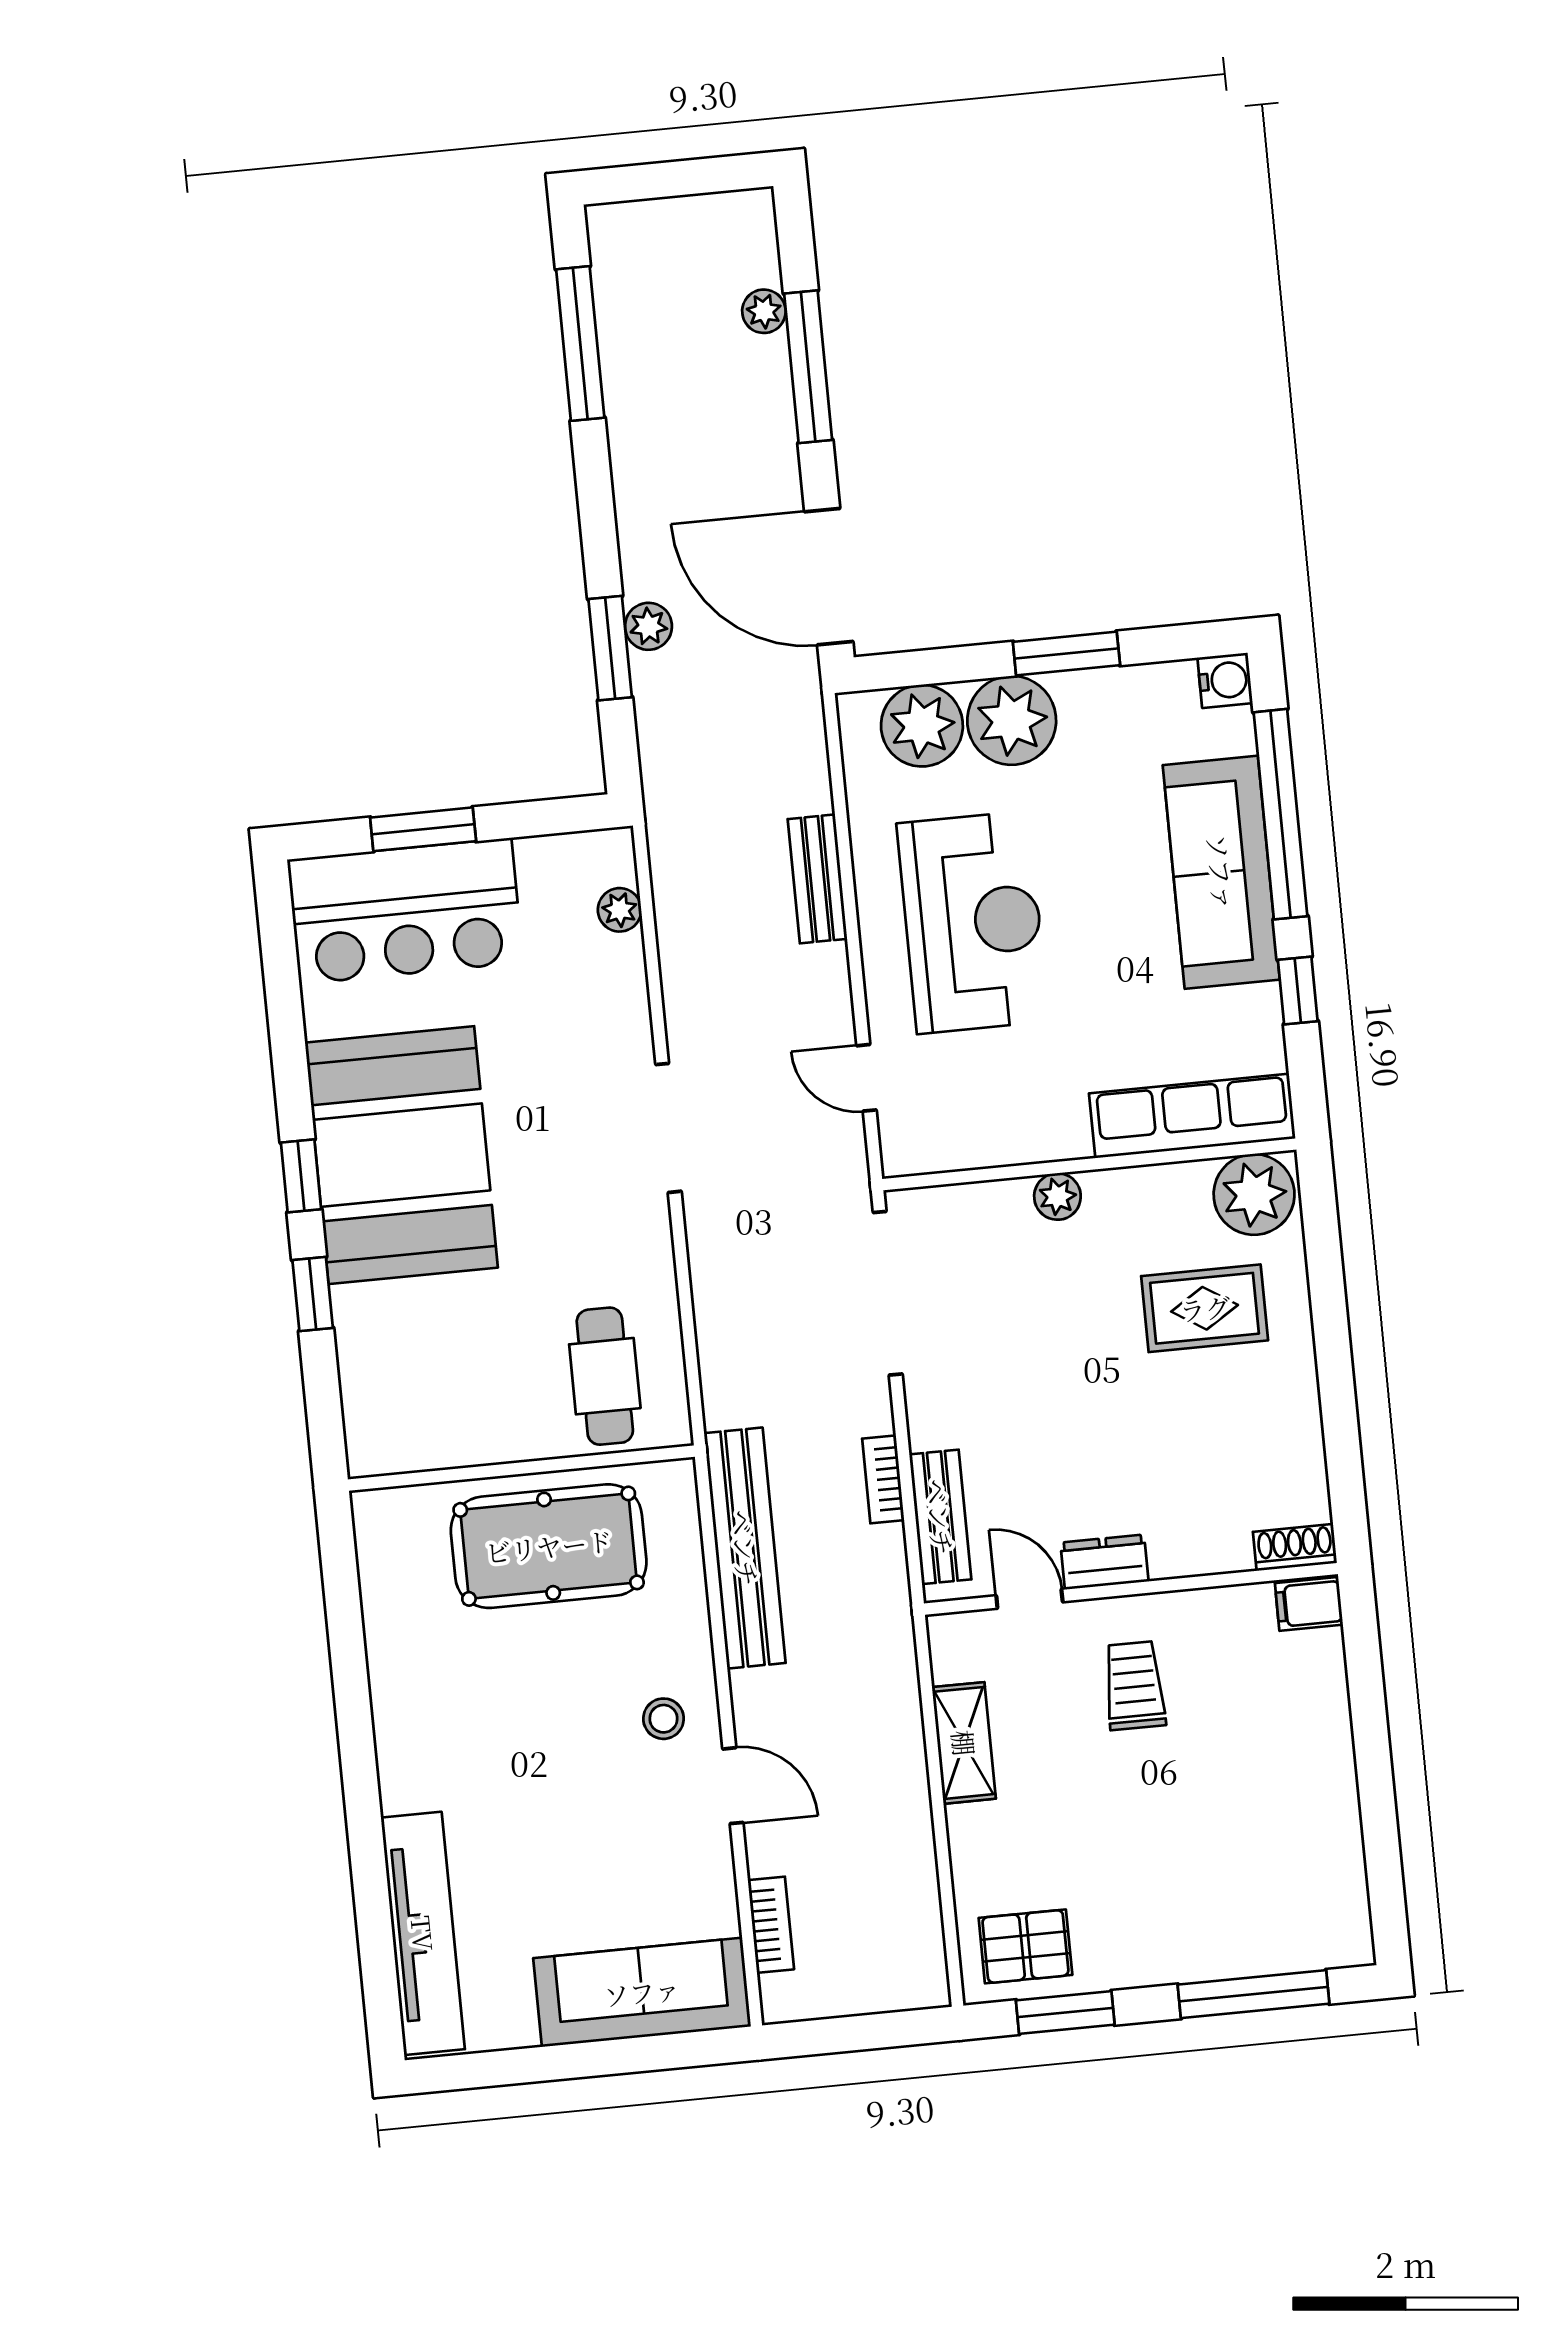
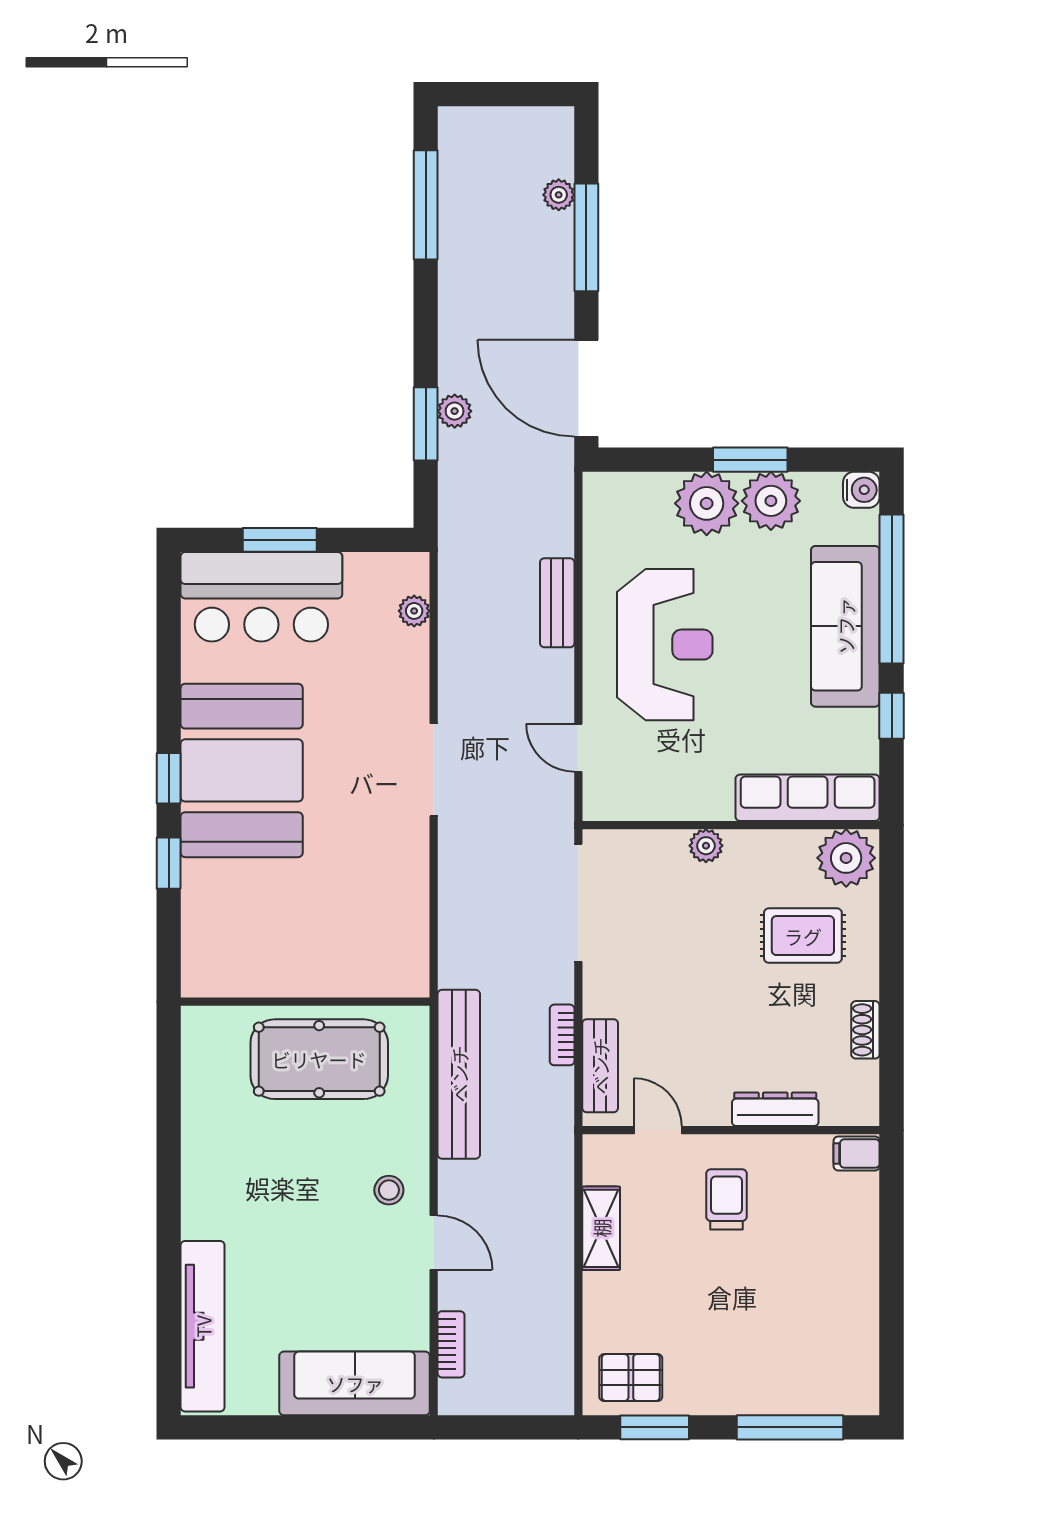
plant: (922, 726) -> (771, 501), moved
cafe table: (605, 1376) -> (371, 942), removed
shoe rack: (1295, 1547) -> (865, 1030), moved, turned -90
dresser: (1104, 1562) -> (775, 1109), moved, width x1.44

